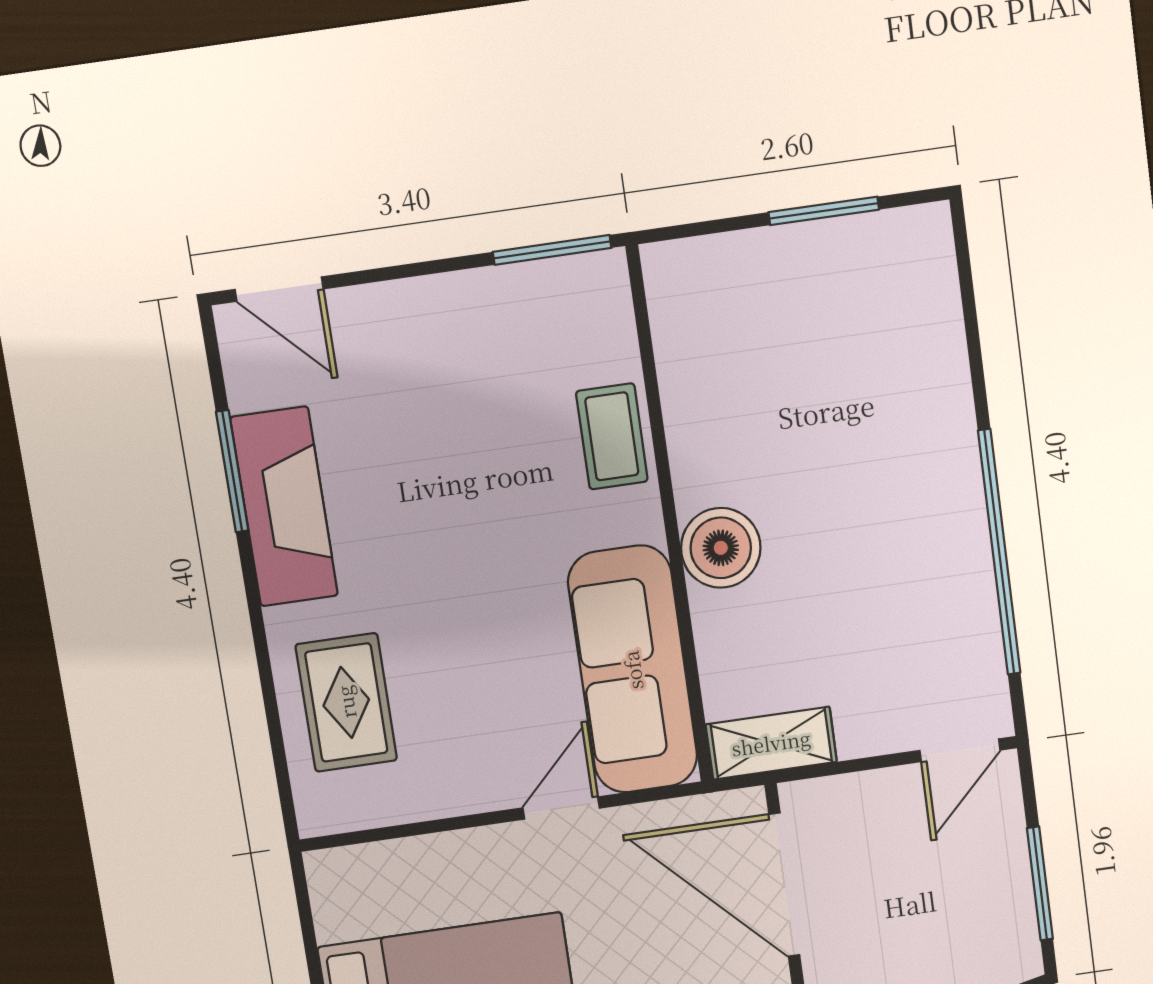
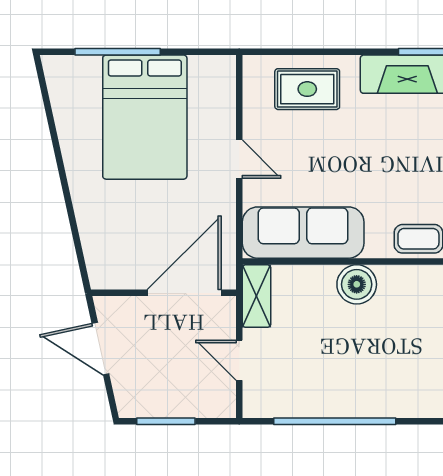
door: (960, 750) -> (239, 360), moved
door: (561, 808) -> (239, 159), moved

